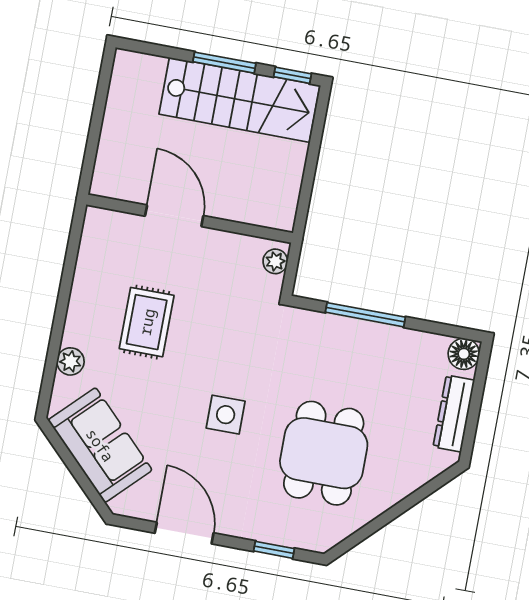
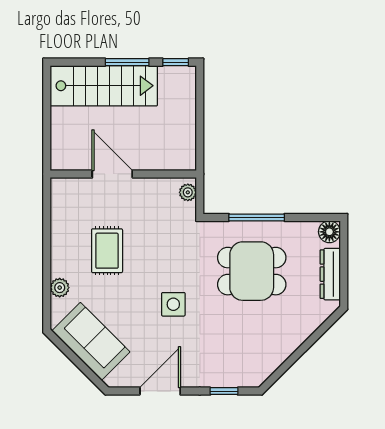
stairs: (239, 100) -> (104, 86), moved
dining table: (324, 453) -> (252, 271), moved, turned 90
door: (184, 533) -> (160, 391), hinge flipped

